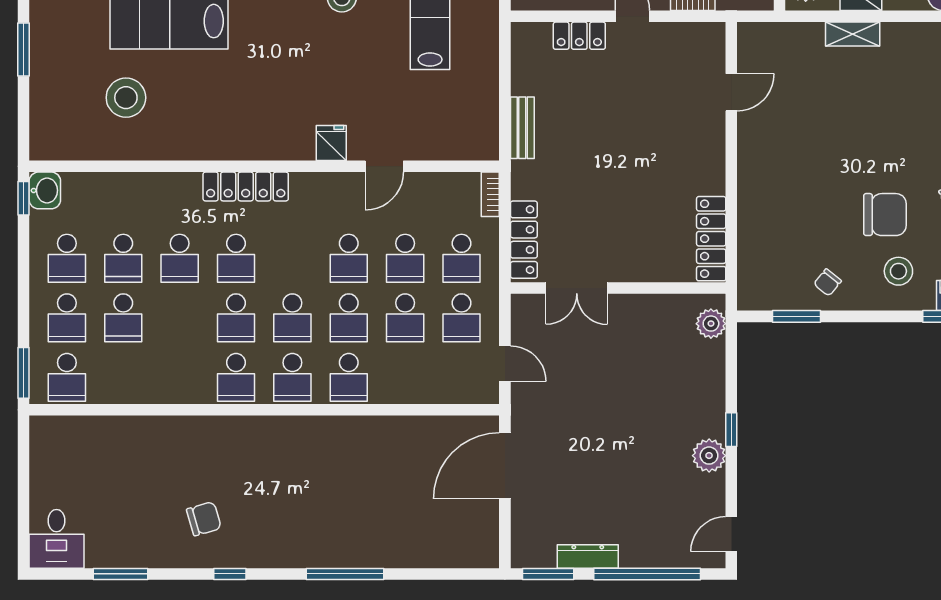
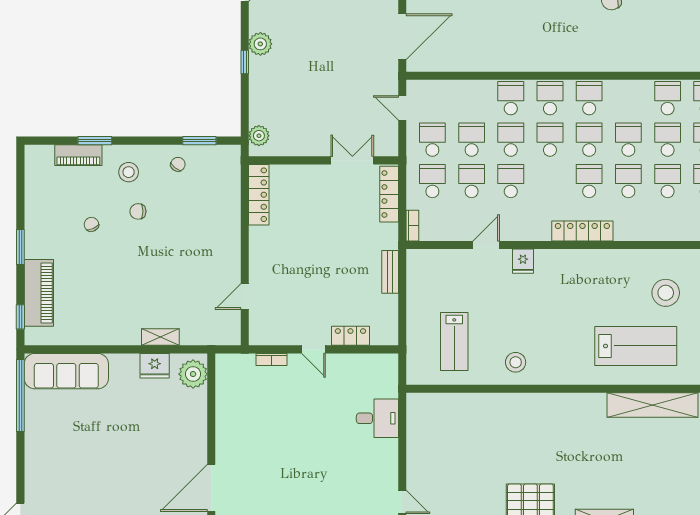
chair: (885, 215) -> (138, 211), width x0.54, depth x0.54
school desk: (180, 318) -> (628, 140), added
school desk: (123, 377) -> (668, 98), added

